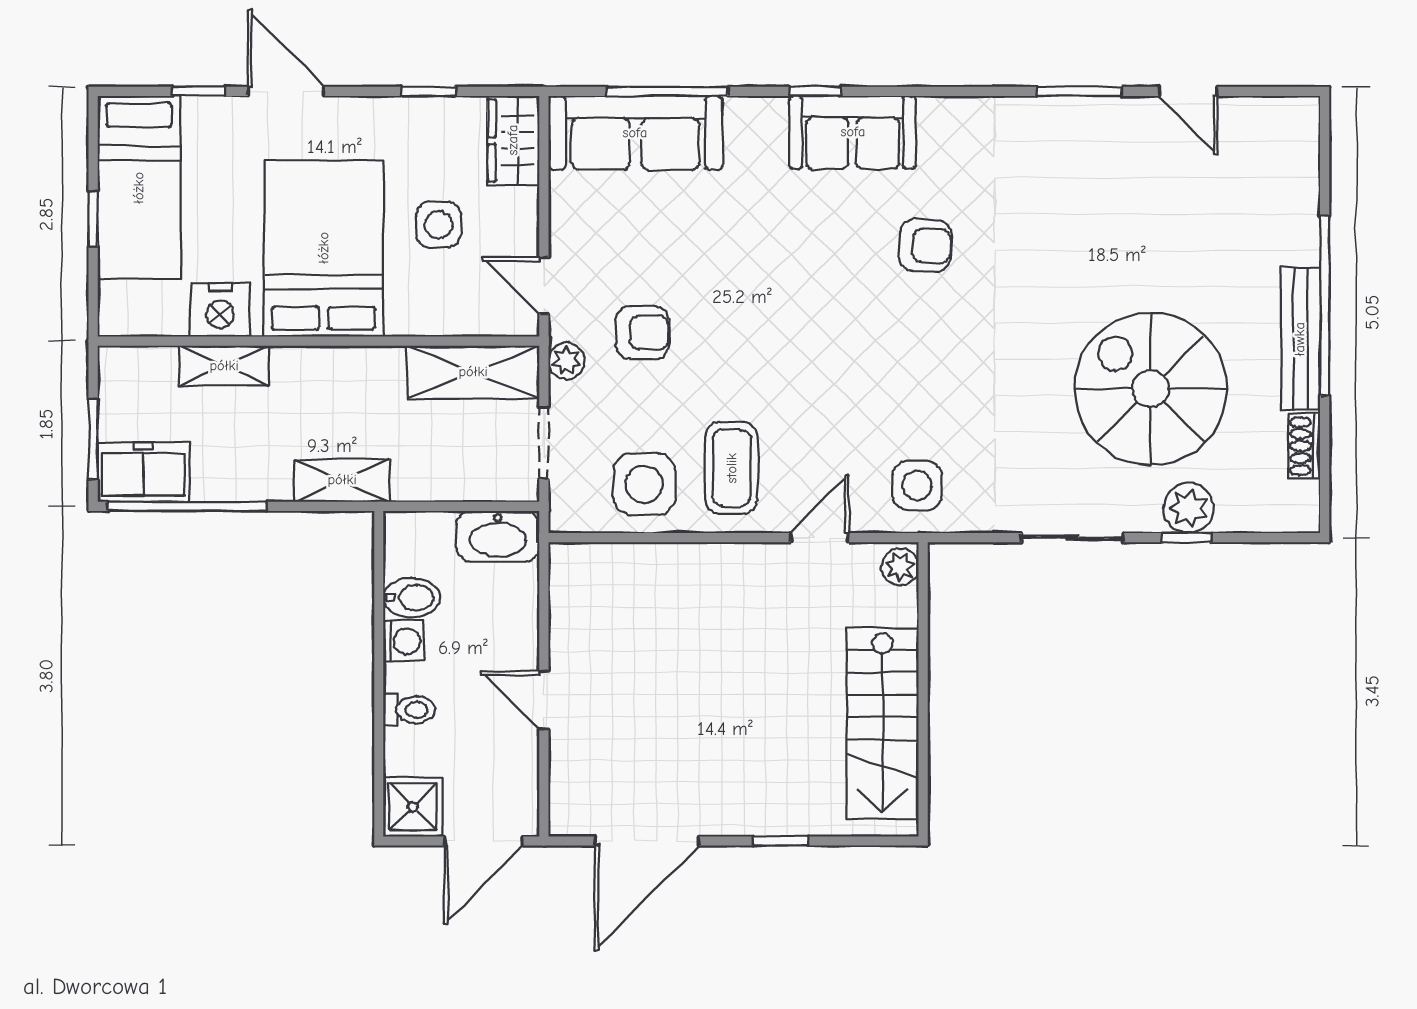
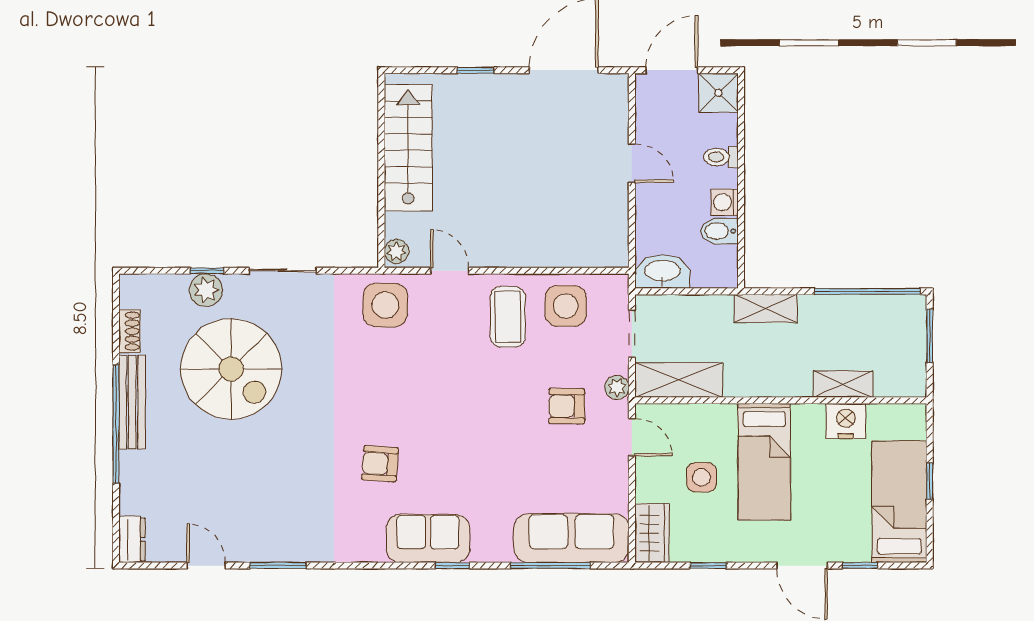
dresser: (1300, 131) -> (132, 539), added
bed: (324, 248) -> (764, 462), width x0.67
freezer: (143, 472) -> (896, 314), removed
side table: (917, 486) -> (385, 305), width x1.37, depth x1.37
door: (820, 538) -> (450, 271), swing flipped

